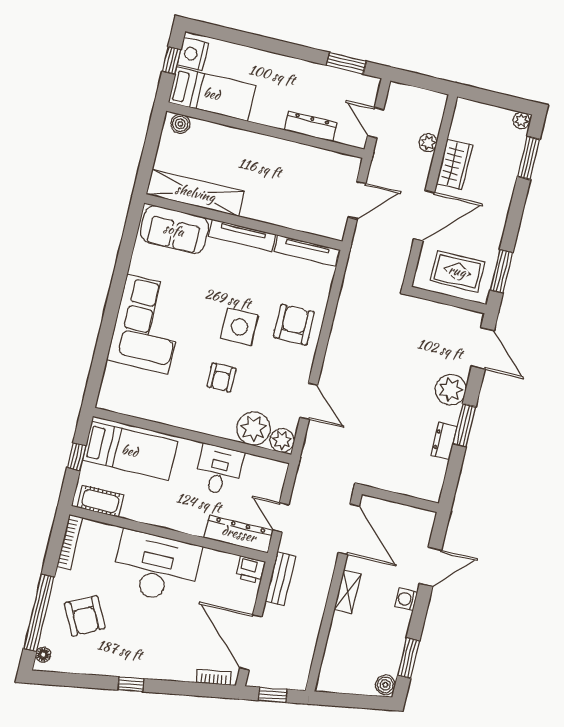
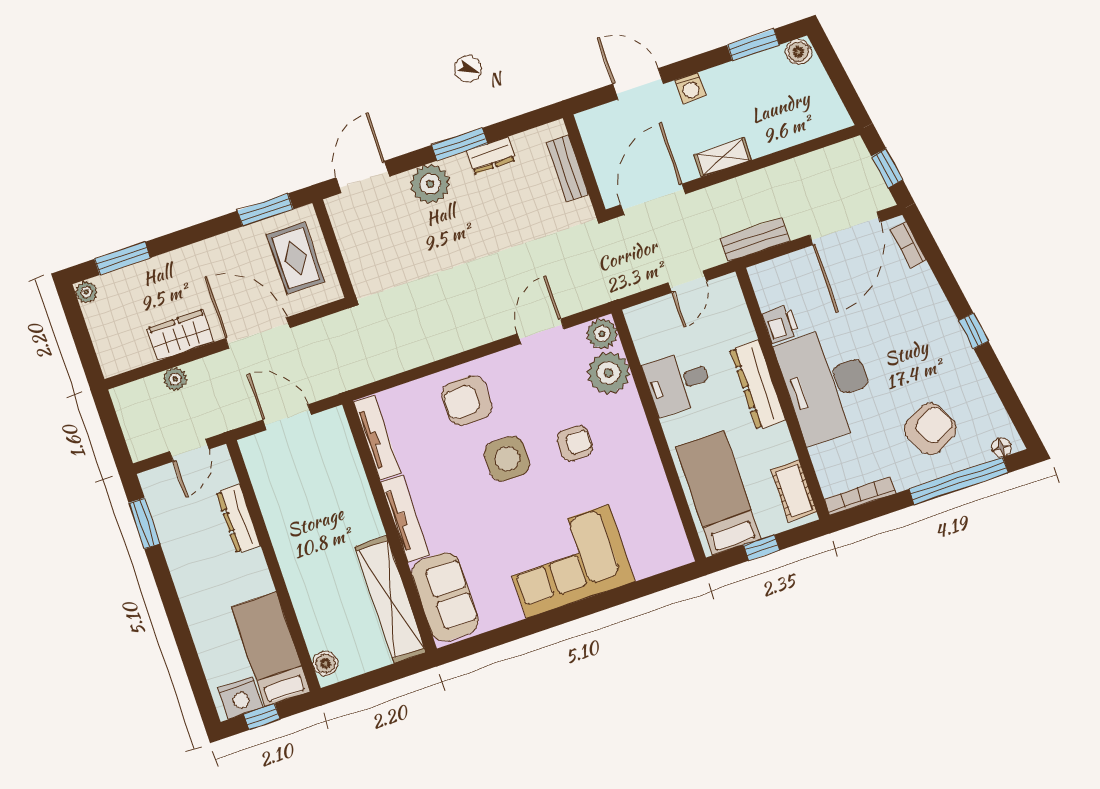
bench: (404, 486) -> (567, 168), added
dresser: (239, 534) -> (758, 385), moved
printer: (250, 570) -> (781, 324), moved

